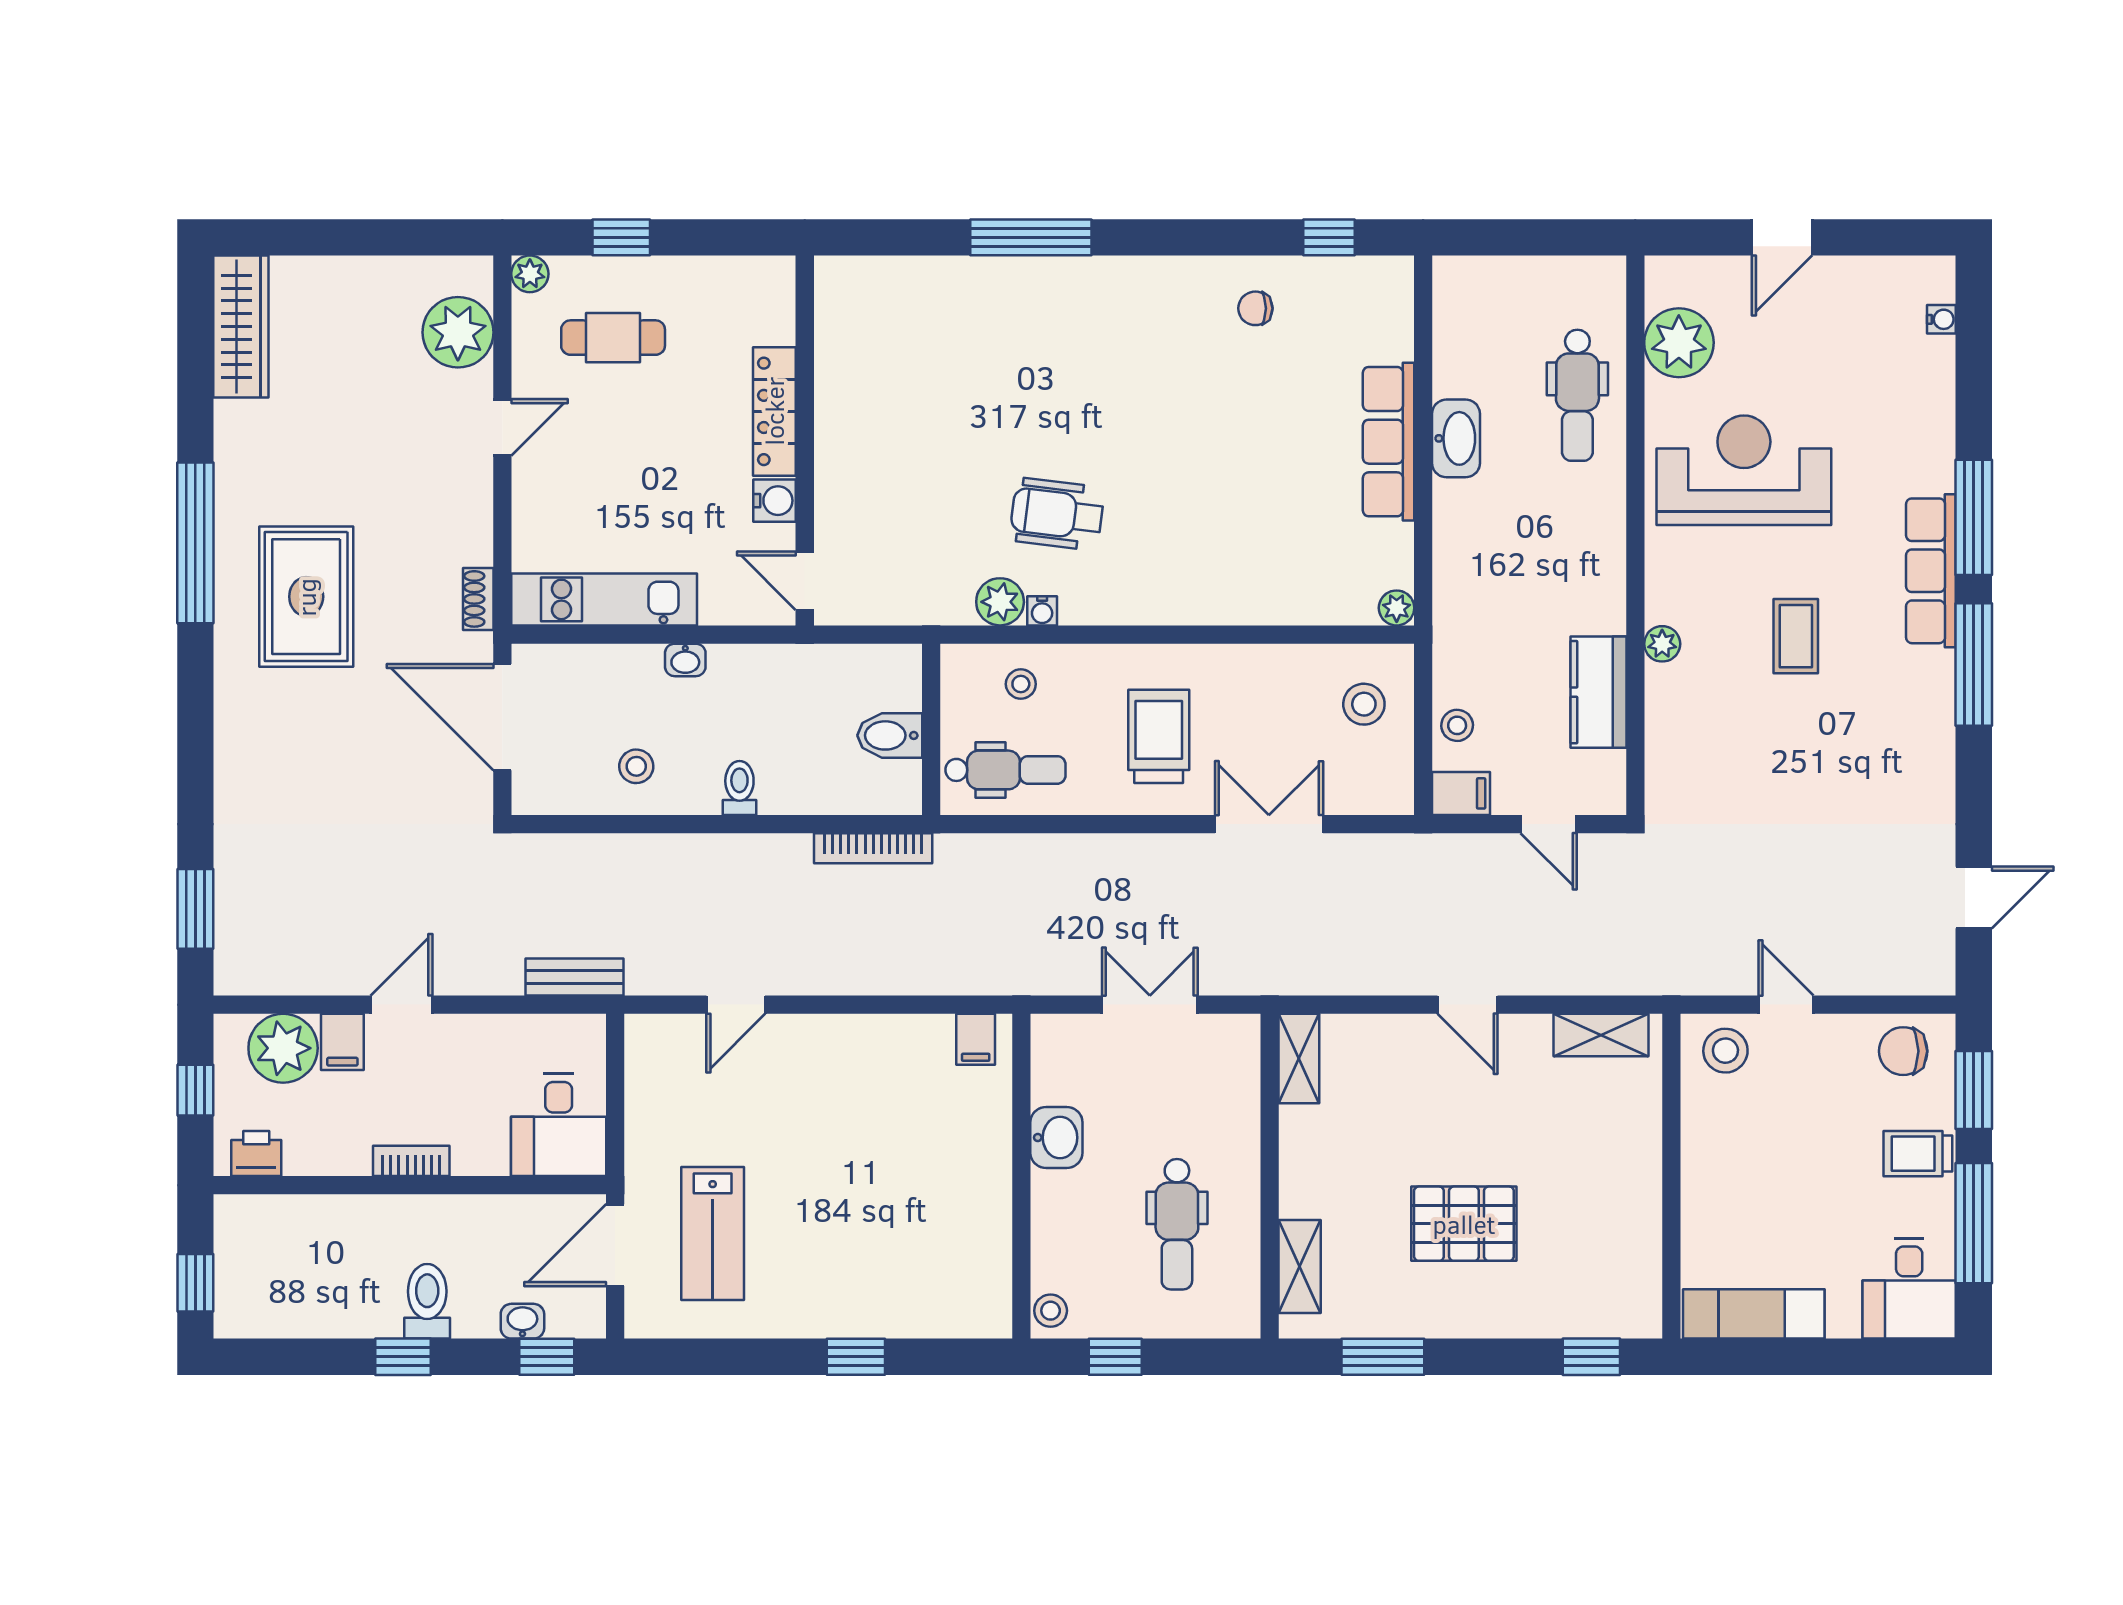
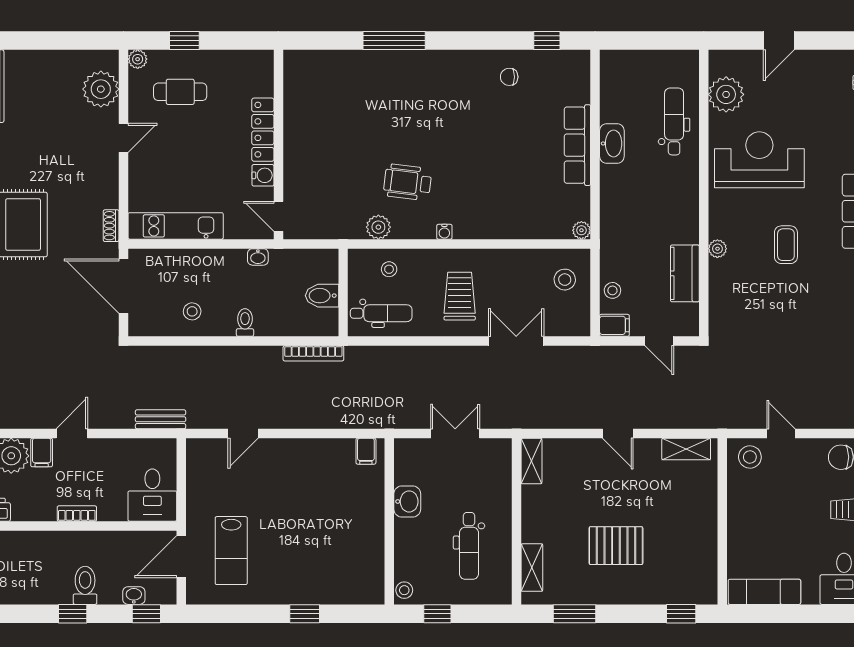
dental chair: (1577, 395) -> (674, 121), turned 180
water cooler: (1042, 611) -> (444, 232), moved
washbasin: (685, 660) -> (258, 257), moved

